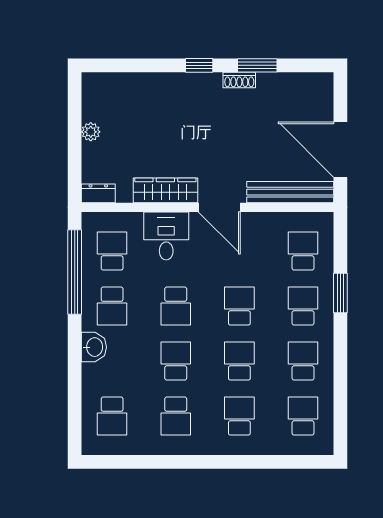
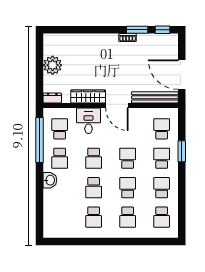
window: (199, 65) -> (162, 30), moved
plant: (91, 132) -> (53, 65), width x1.88, depth x1.88
school desk: (176, 361) -> (94, 188), turned 180
school desk: (112, 416) -> (60, 217), removed
school desk: (239, 416) -> (128, 217), turned 180
school desk: (303, 416) -> (162, 217), turned 180

